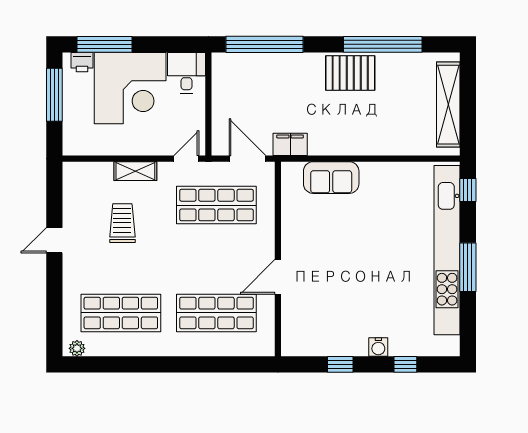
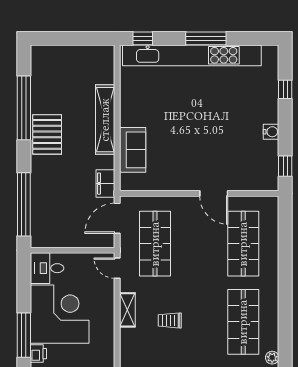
shelving: (448, 105) -> (105, 120), moved, turned 90
trolley: (122, 223) -> (170, 320), width x0.73, depth x0.72
water cooler: (378, 347) -> (271, 132), moved
window: (340, 364) -> (285, 166), moved

